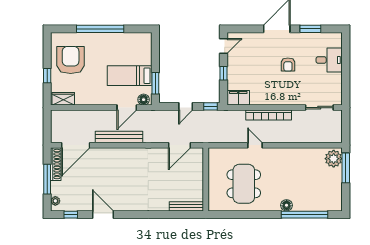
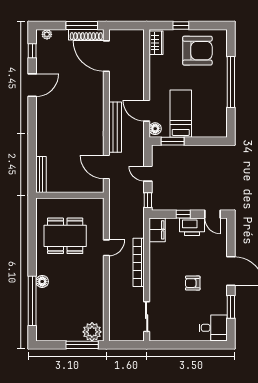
desk: (329, 60) -> (213, 328), moved, turned -90
printer: (235, 65) -> (192, 227), added
bench: (119, 137) -> (115, 127), moved
window: (47, 179) -> (82, 26), moved

